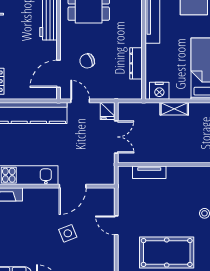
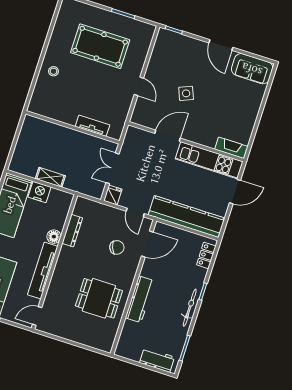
floor lamp: (152, 52) -> (54, 237), added
nightstand: (159, 91) -> (39, 192), moved

